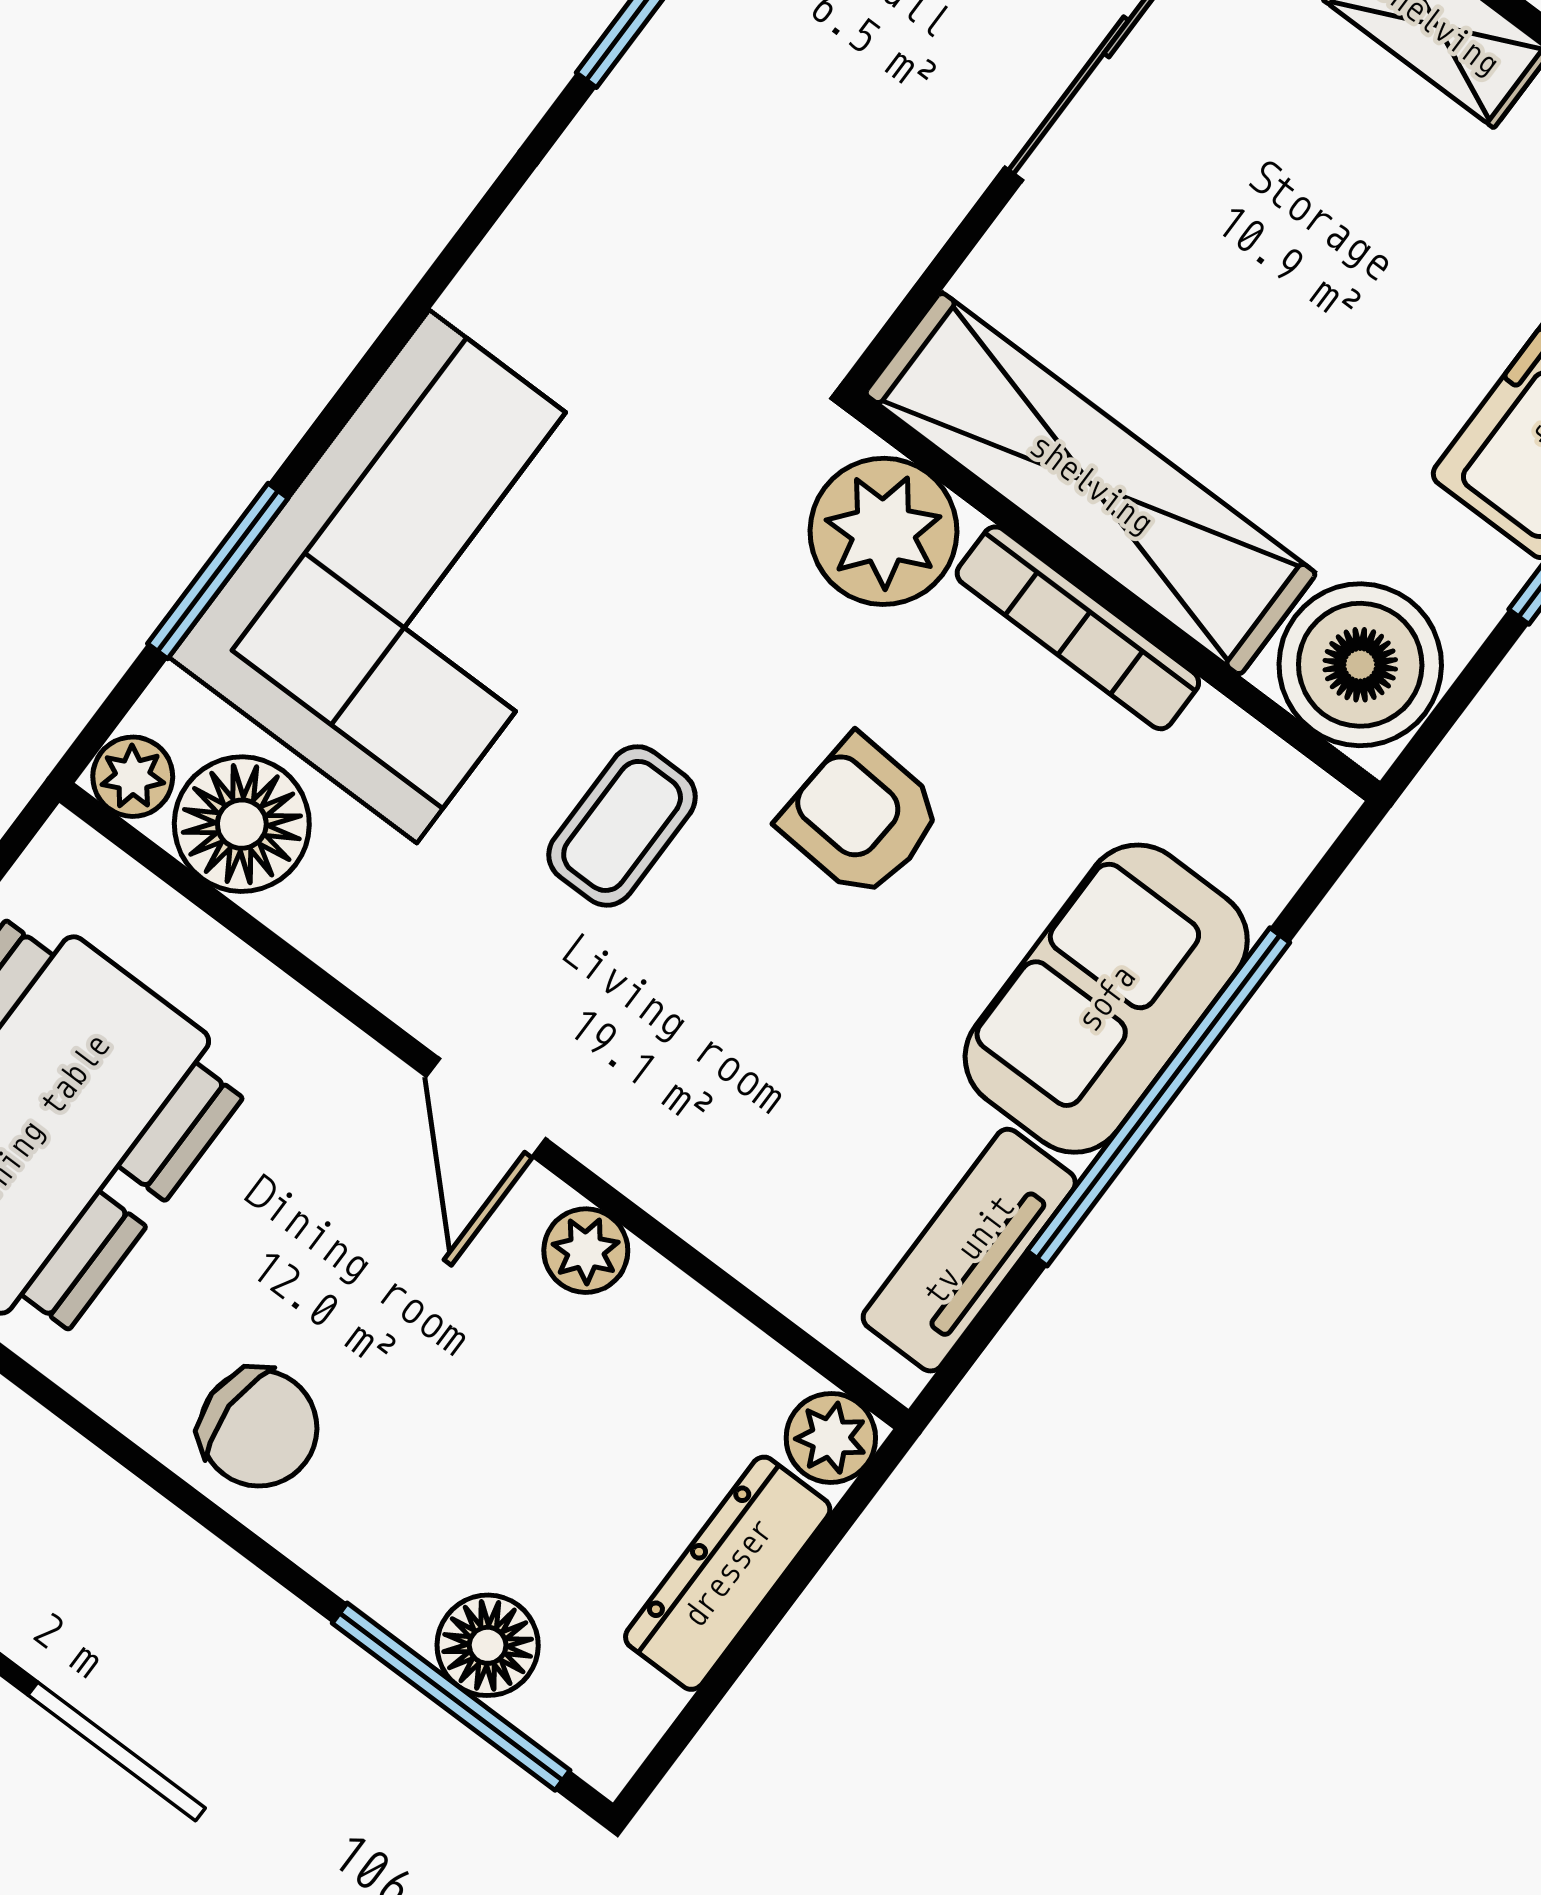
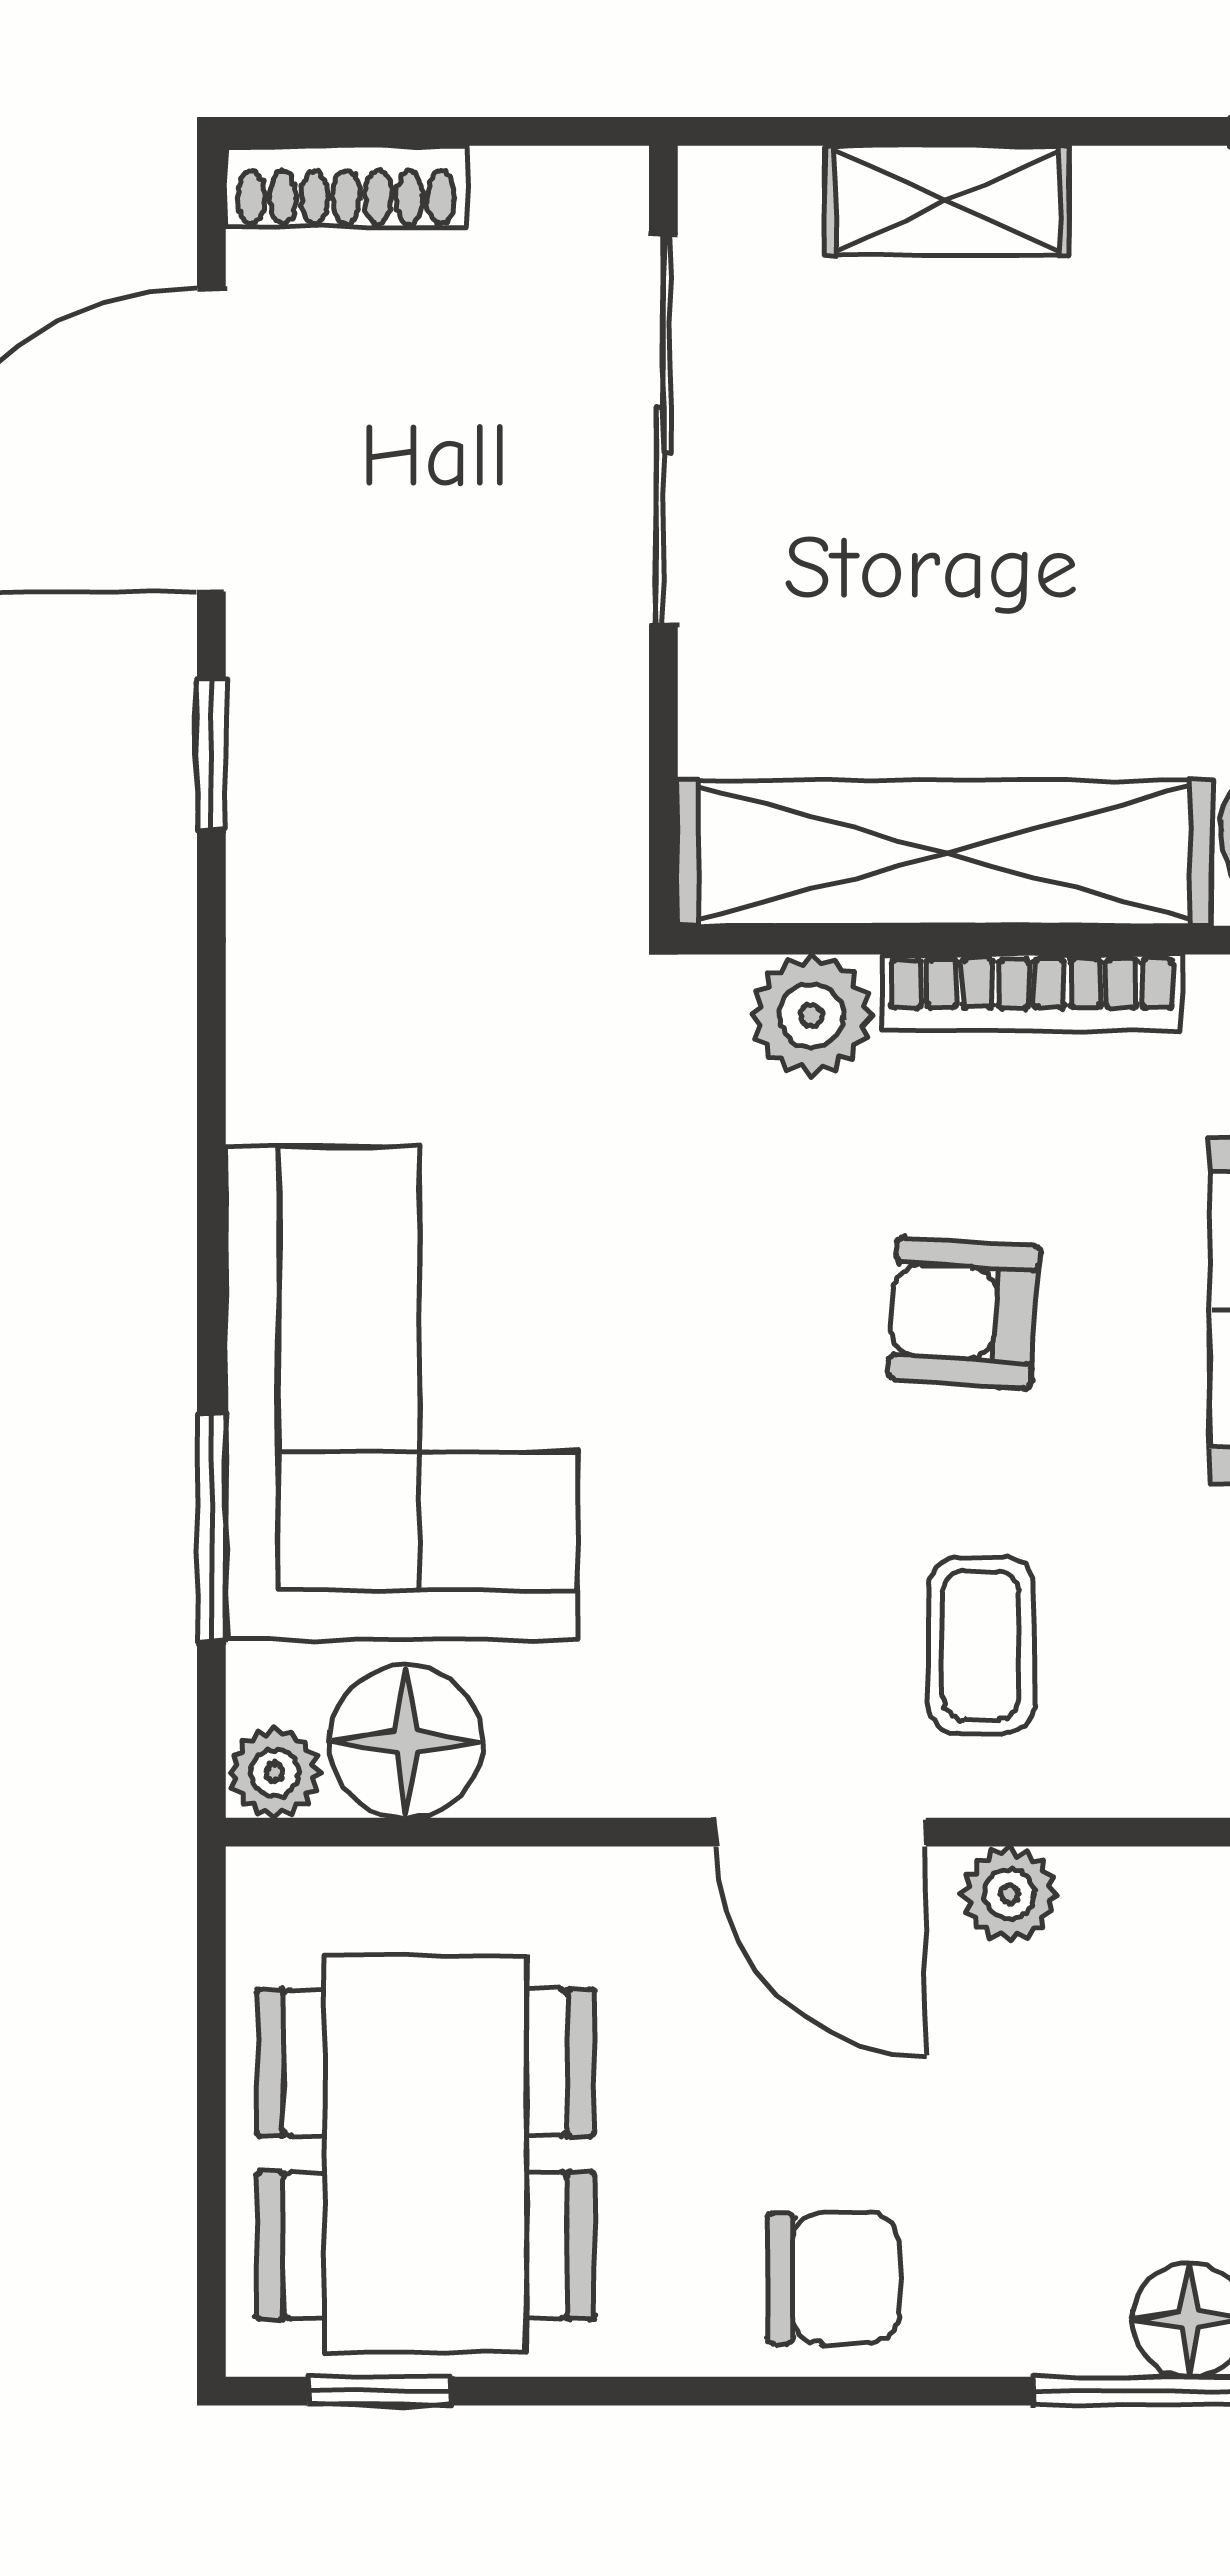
plant: (883, 531) -> (811, 1015), width x0.73, depth x0.73
coffee table: (622, 826) -> (981, 1645), moved
door: (486, 1107) -> (821, 1832), width x1.38

